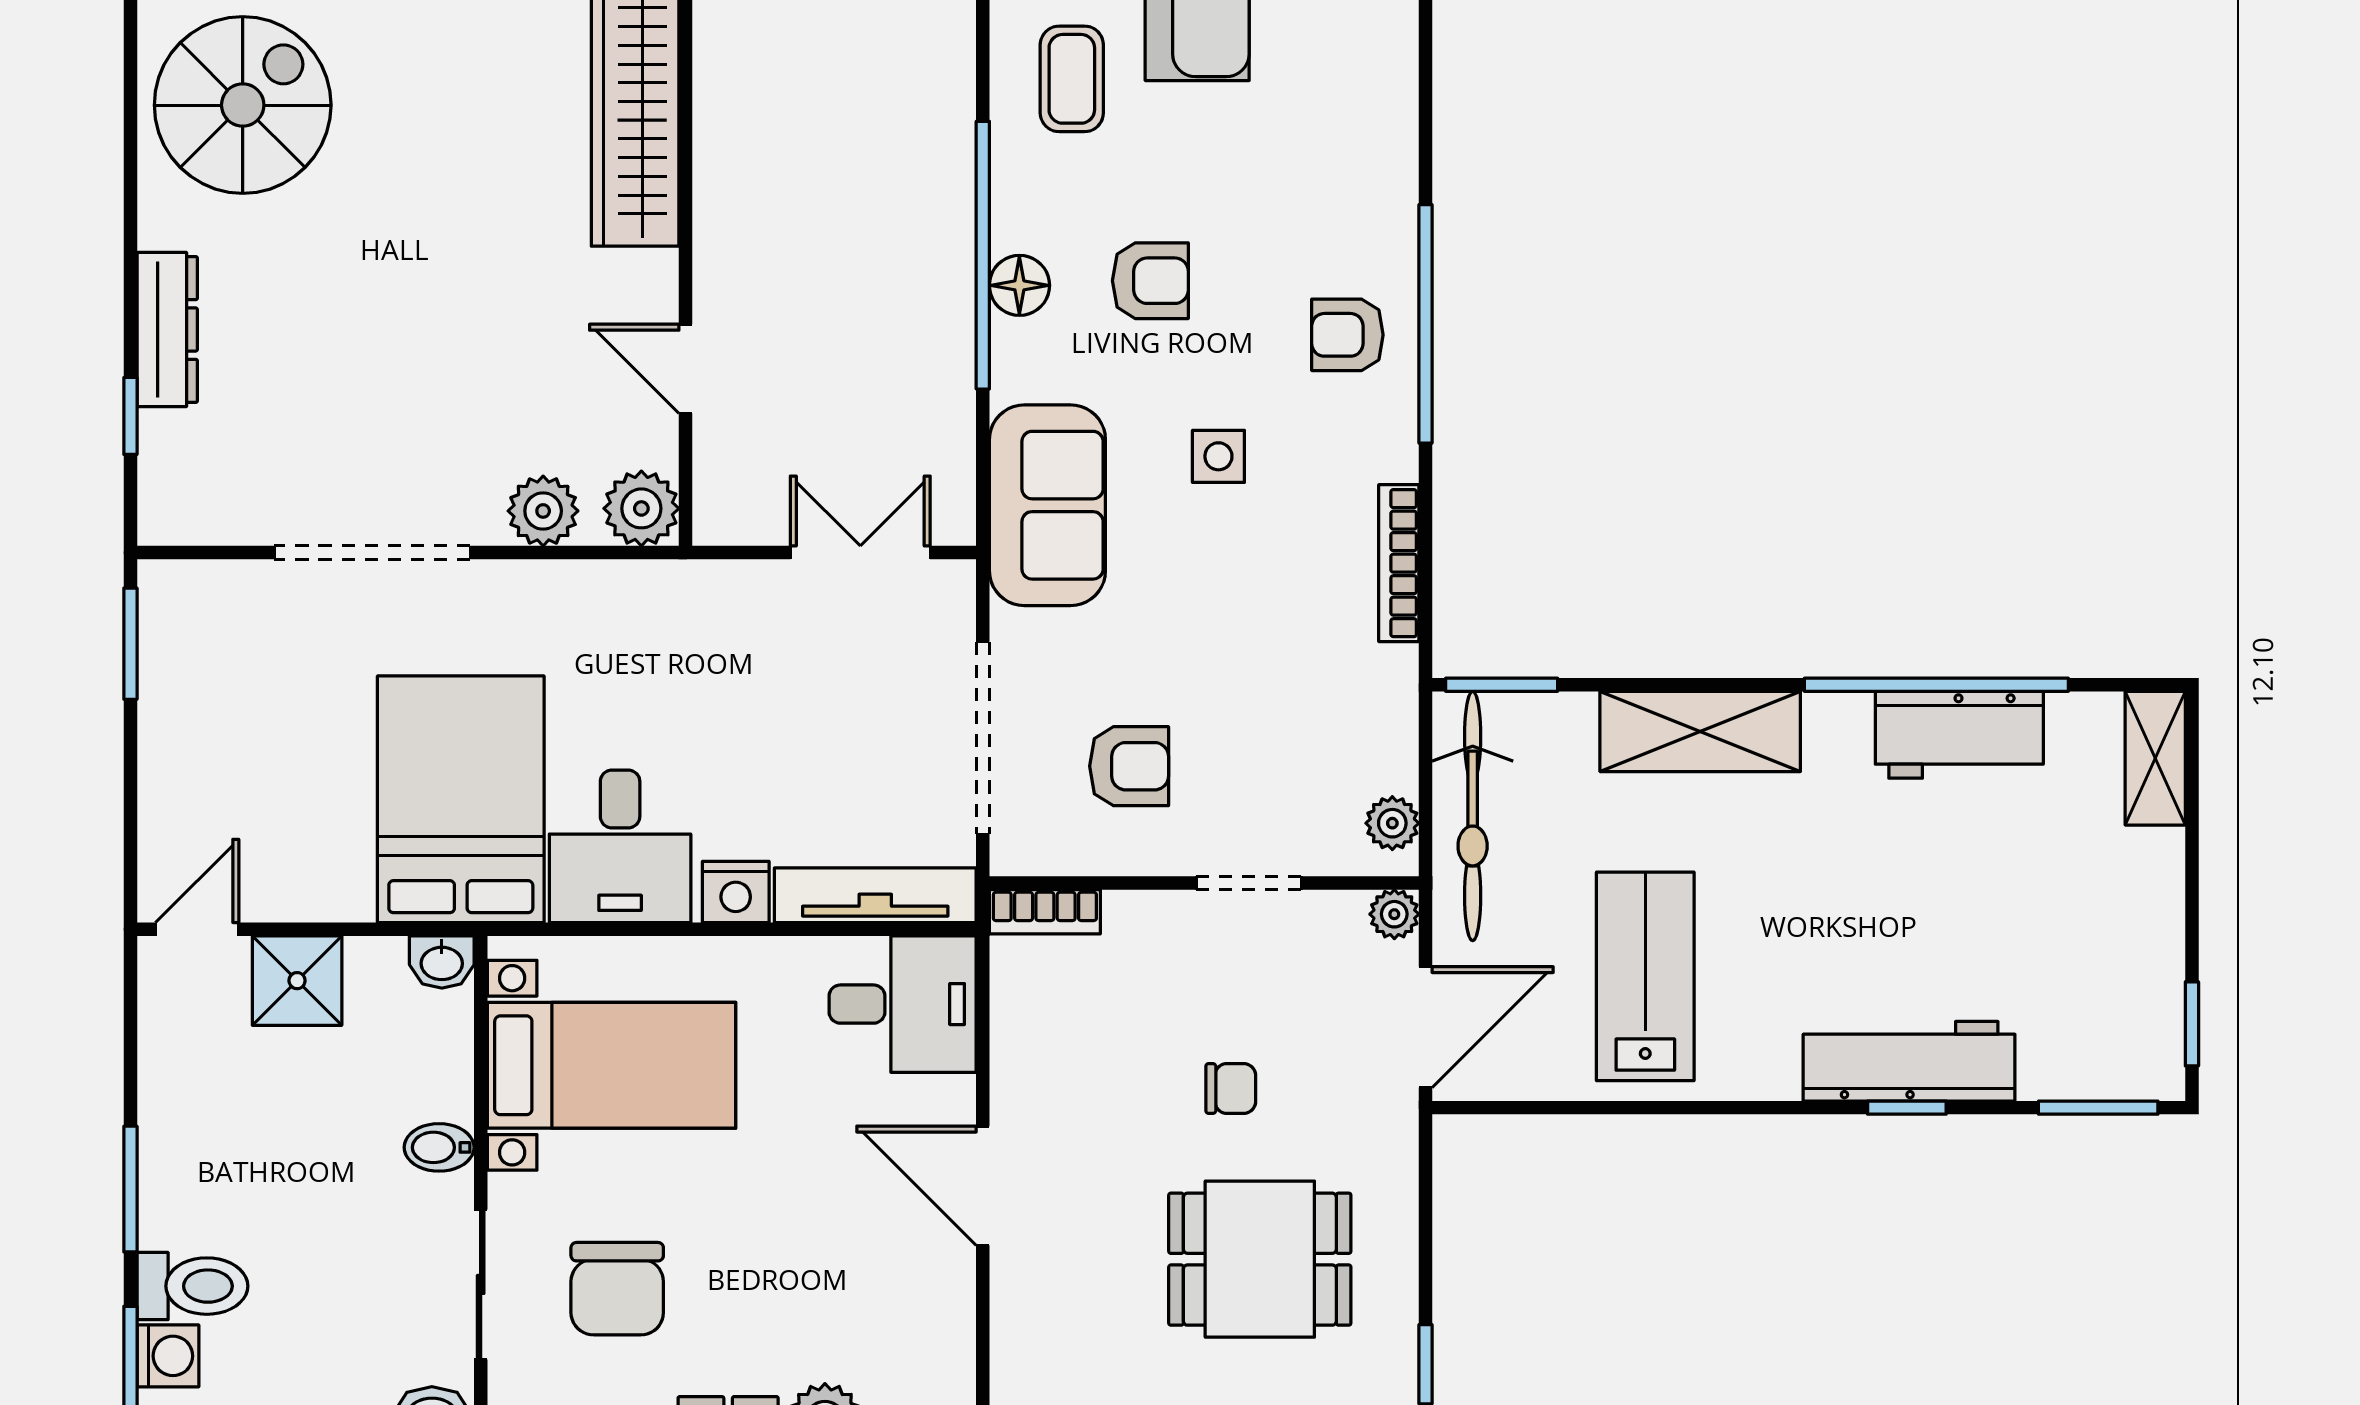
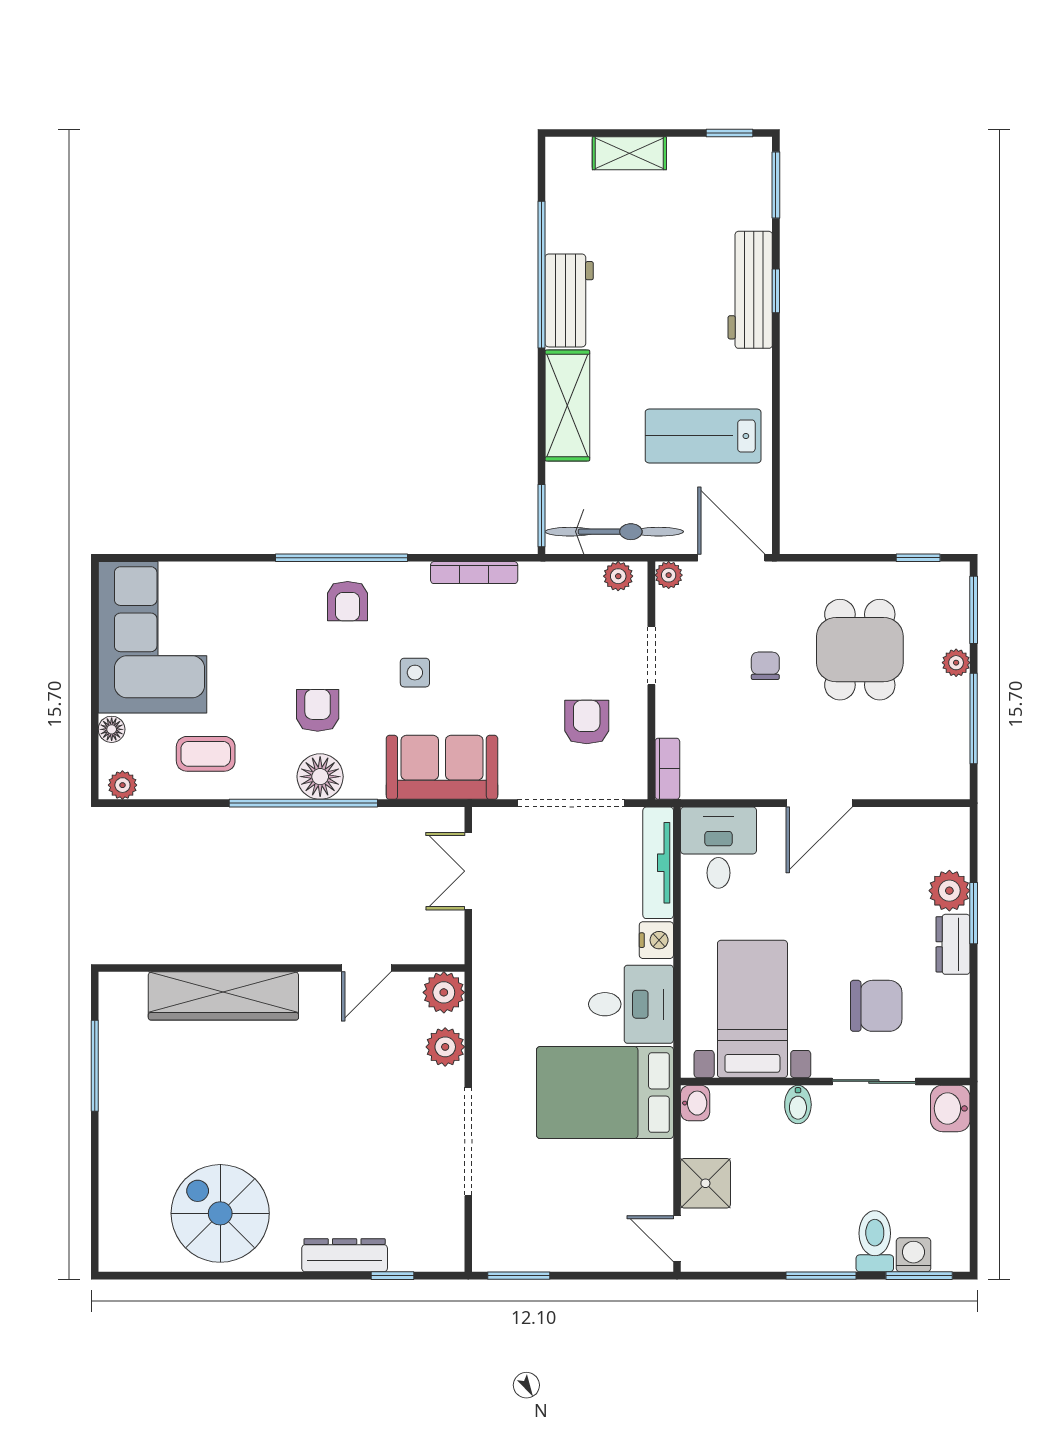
floor lamp: (1019, 285) -> (320, 777), width x1.38, depth x1.38
workbench: (1959, 735) -> (569, 300), moved
shelving: (2155, 758) -> (629, 153), moved

